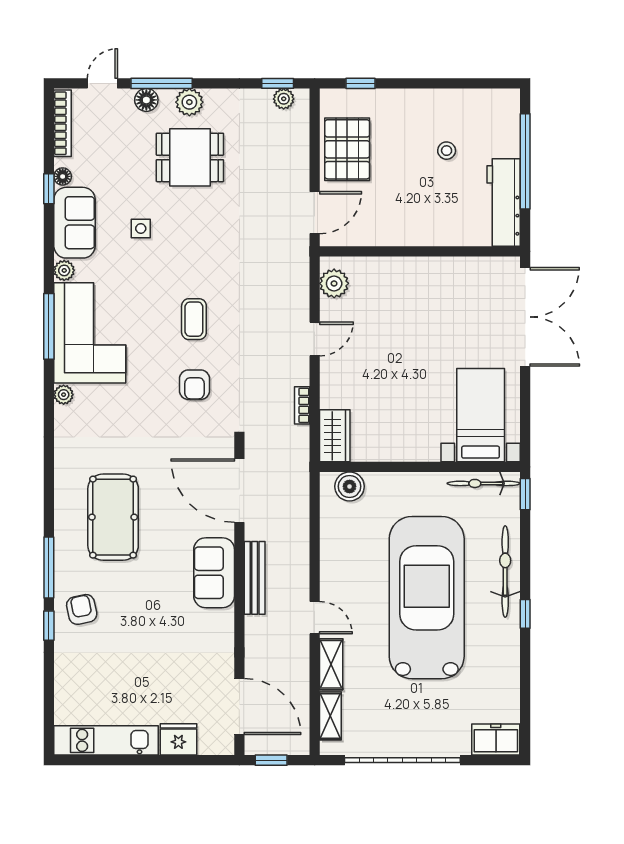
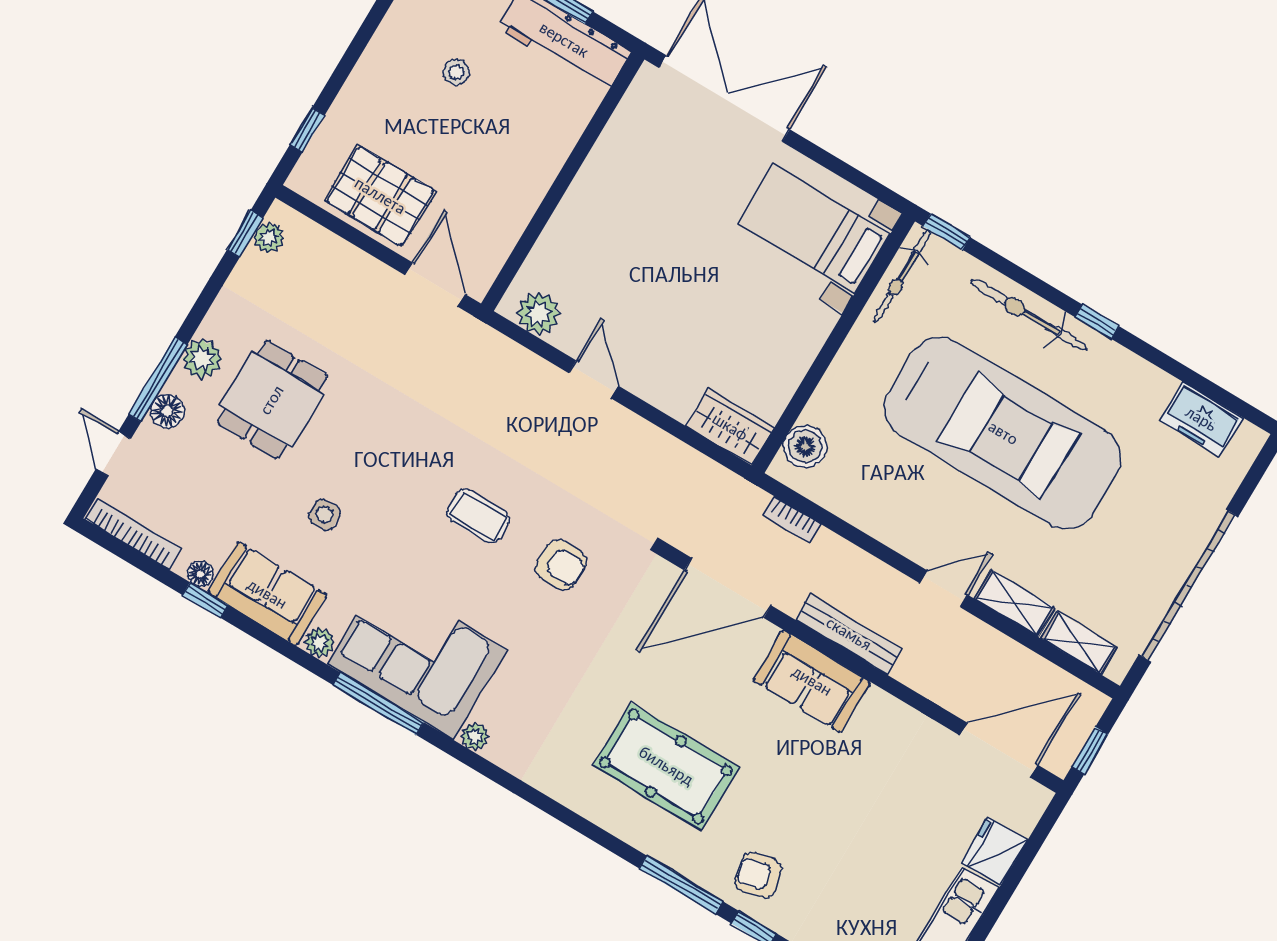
bookcase: (302, 405) -> (792, 519), moved
car: (427, 598) -> (1003, 433), turned 180
freezer: (496, 740) -> (1201, 419), moved, turned -90

